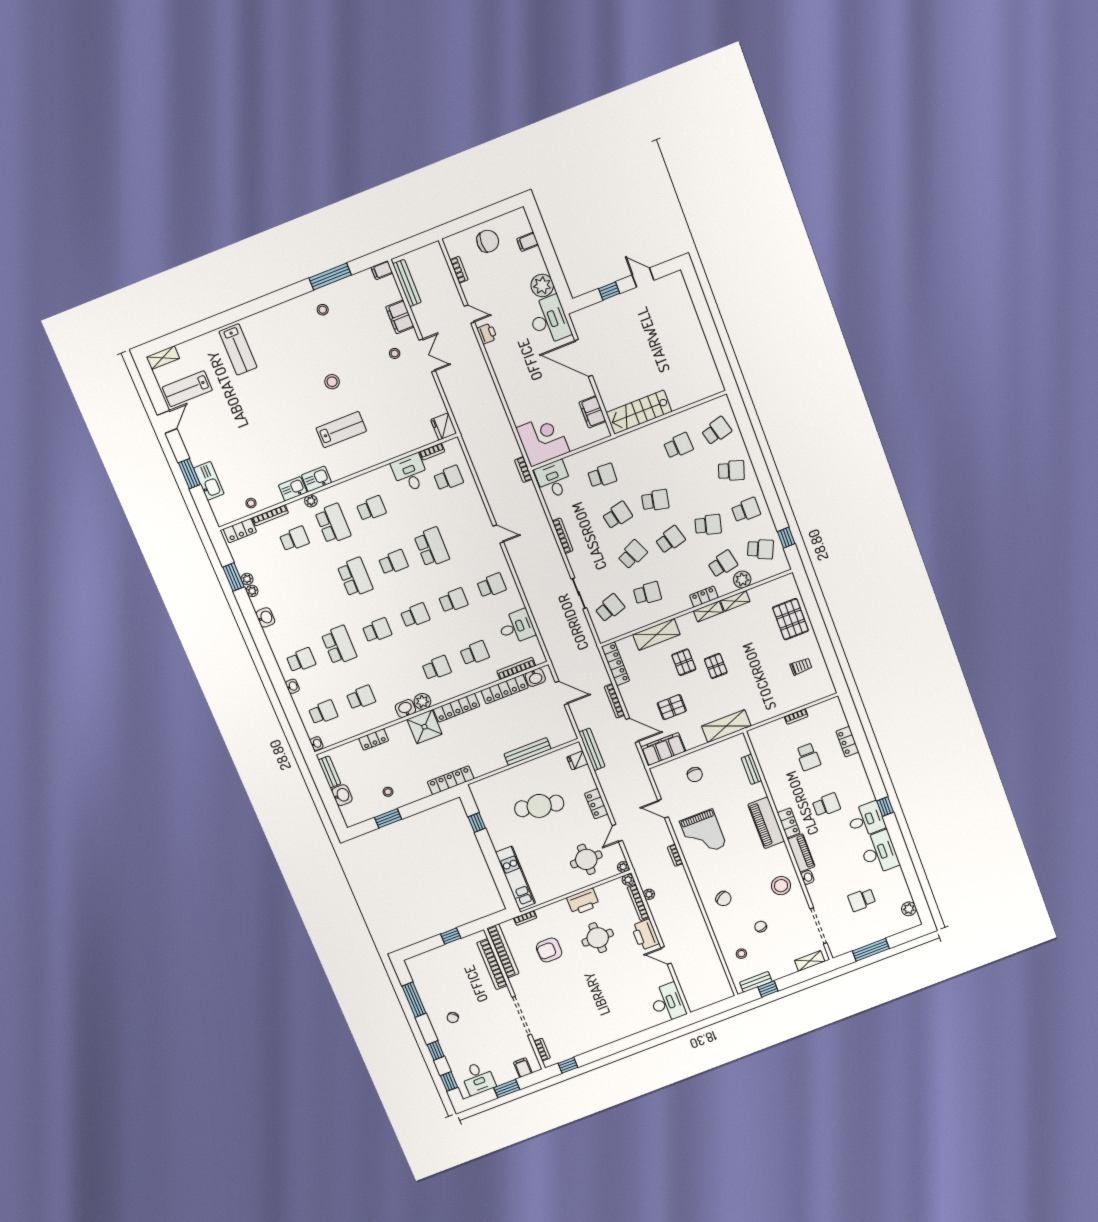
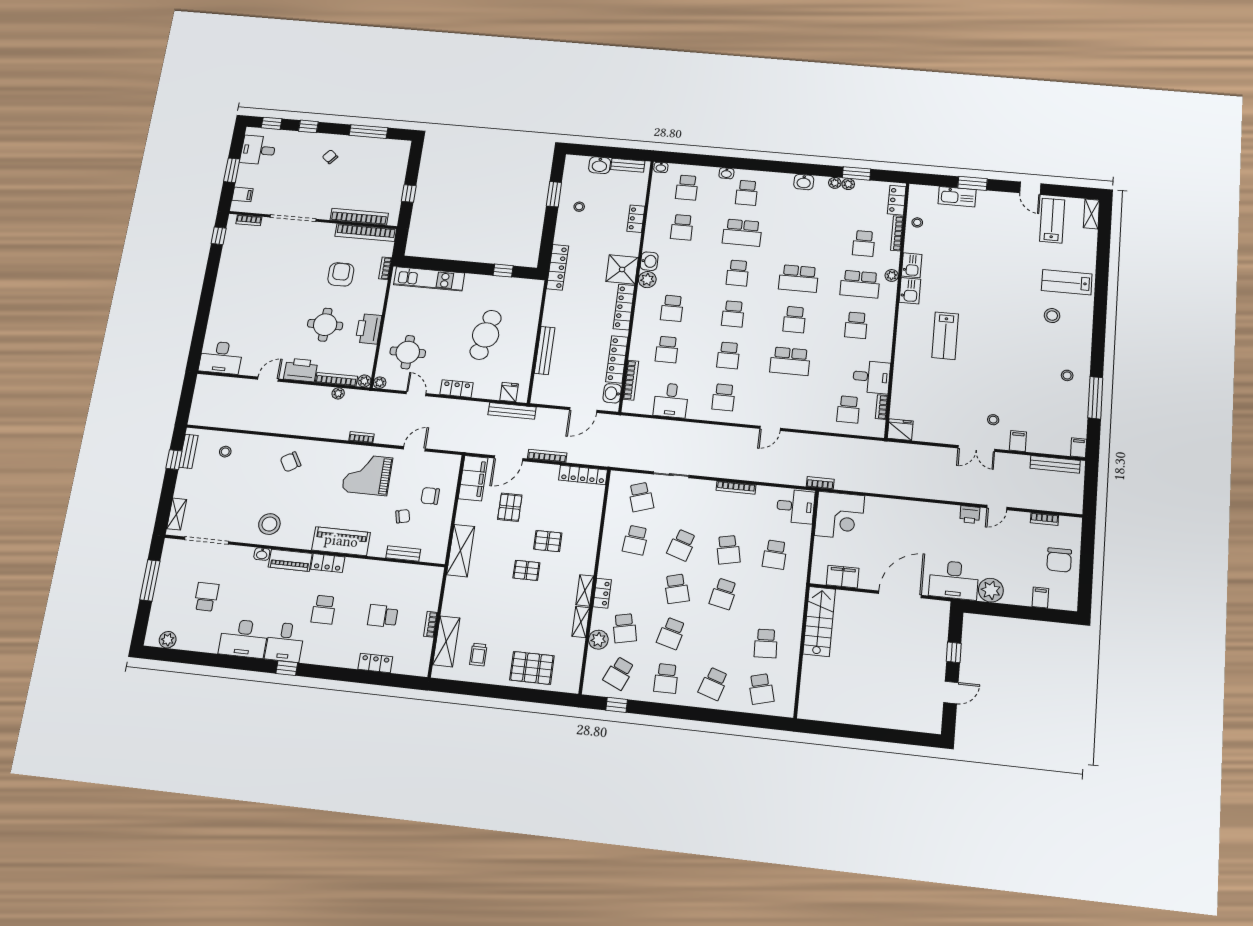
filing cabinet: (400, 317) -> (1018, 441), width x0.50
stool: (332, 382) -> (1052, 316), moved
school desk: (632, 554) -> (682, 545), turned 42
shelving: (656, 635) -> (446, 641), moved
chair: (761, 927) -> (403, 516), moved

